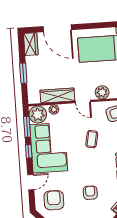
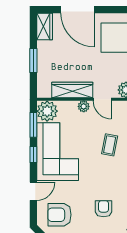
plant: (54, 109) -> (84, 106), moved
armchair: (54, 200) -> (59, 215), turned -90

